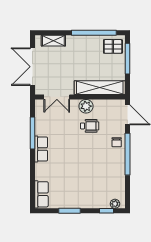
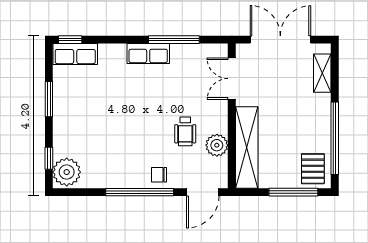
plant: (86, 106) -> (217, 145), moved
window: (33, 197) -> (70, 40), added
plant: (115, 204) -> (67, 172), width x1.87, depth x1.87

